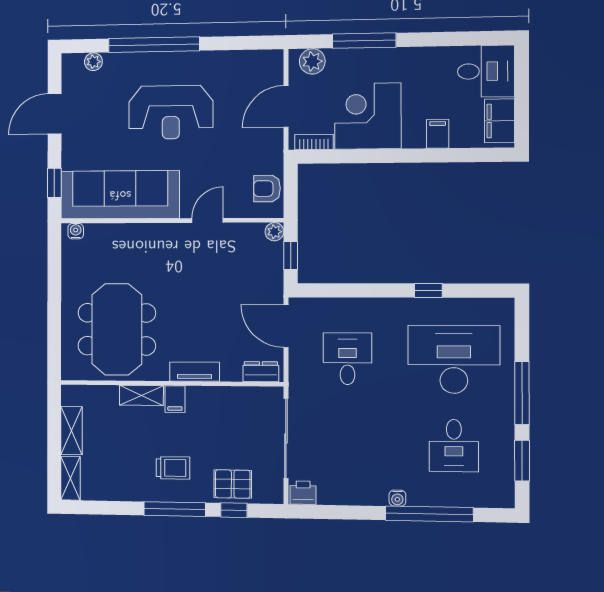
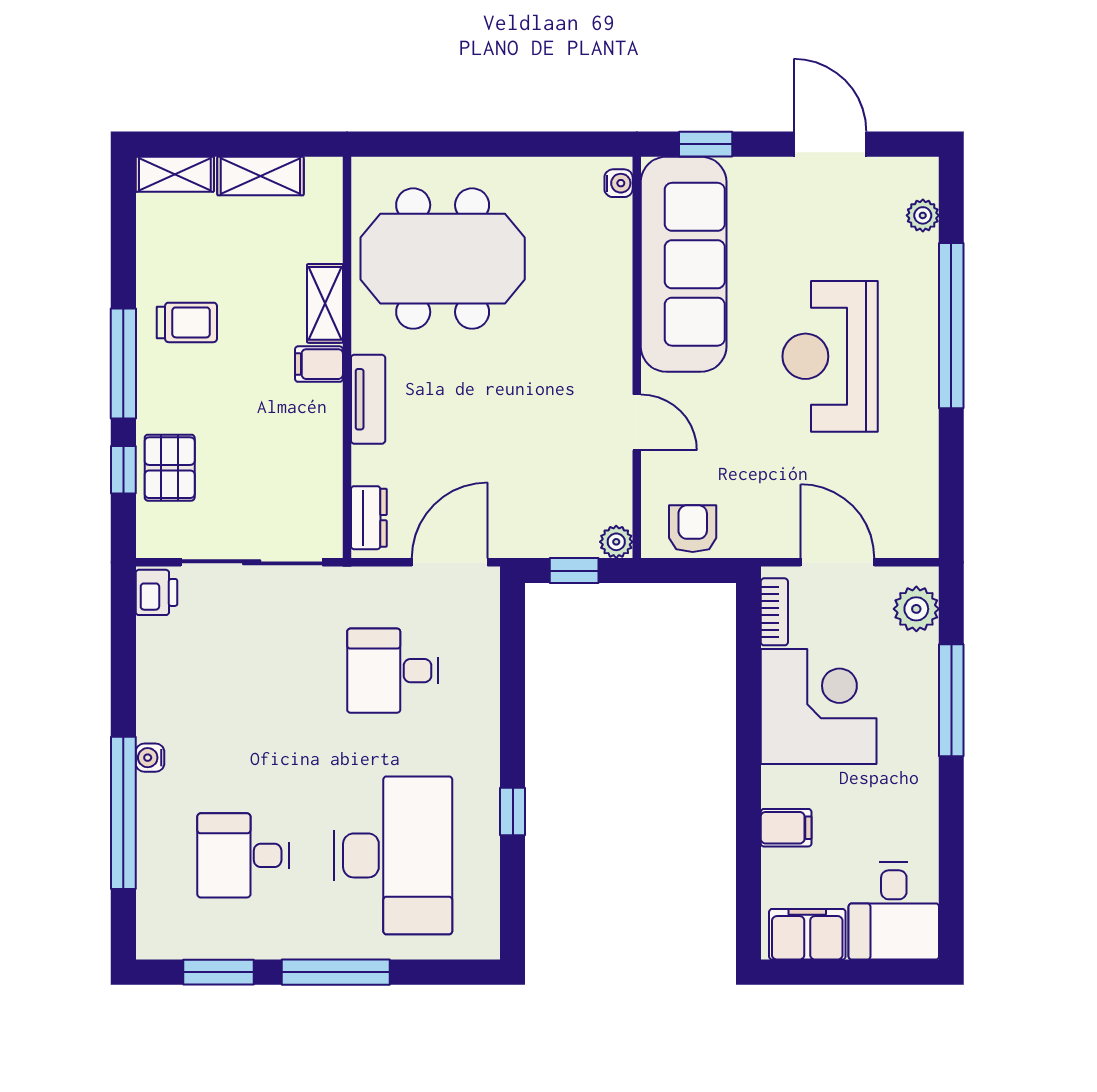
desk: (348, 359) -> (393, 671), turned 180
trolley: (173, 468) -> (187, 322), moved, turned -90

